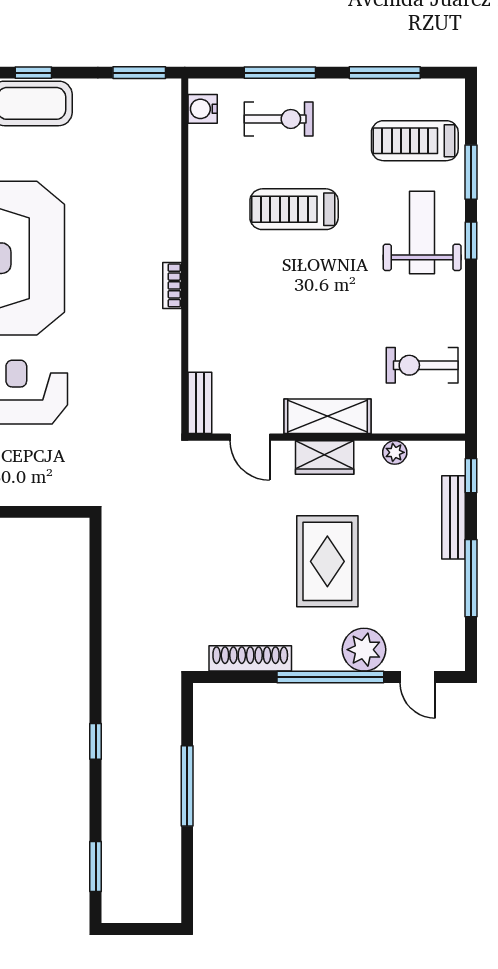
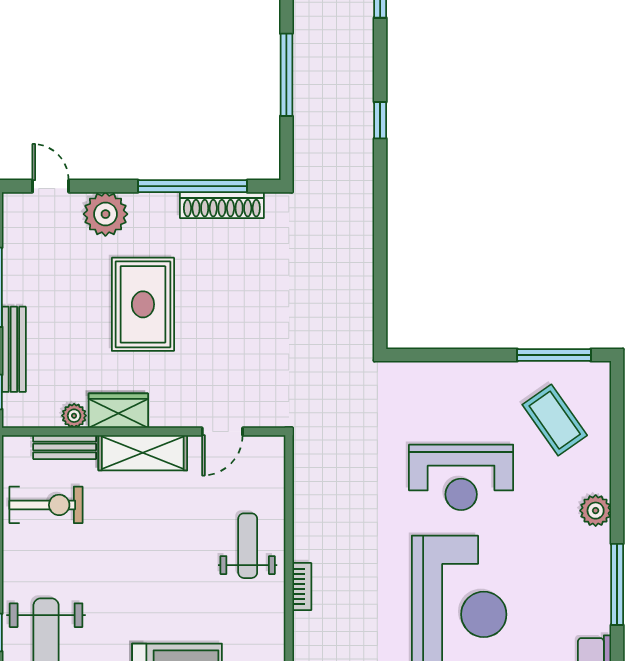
weight bench: (225, 325) -> (248, 546), added
bench: (200, 403) -> (65, 447), moved, turned 90
door: (250, 437) -> (222, 431), swing flipped
wardrobe: (325, 457) -> (118, 411), moved
window: (330, 677) -> (193, 186), moved

